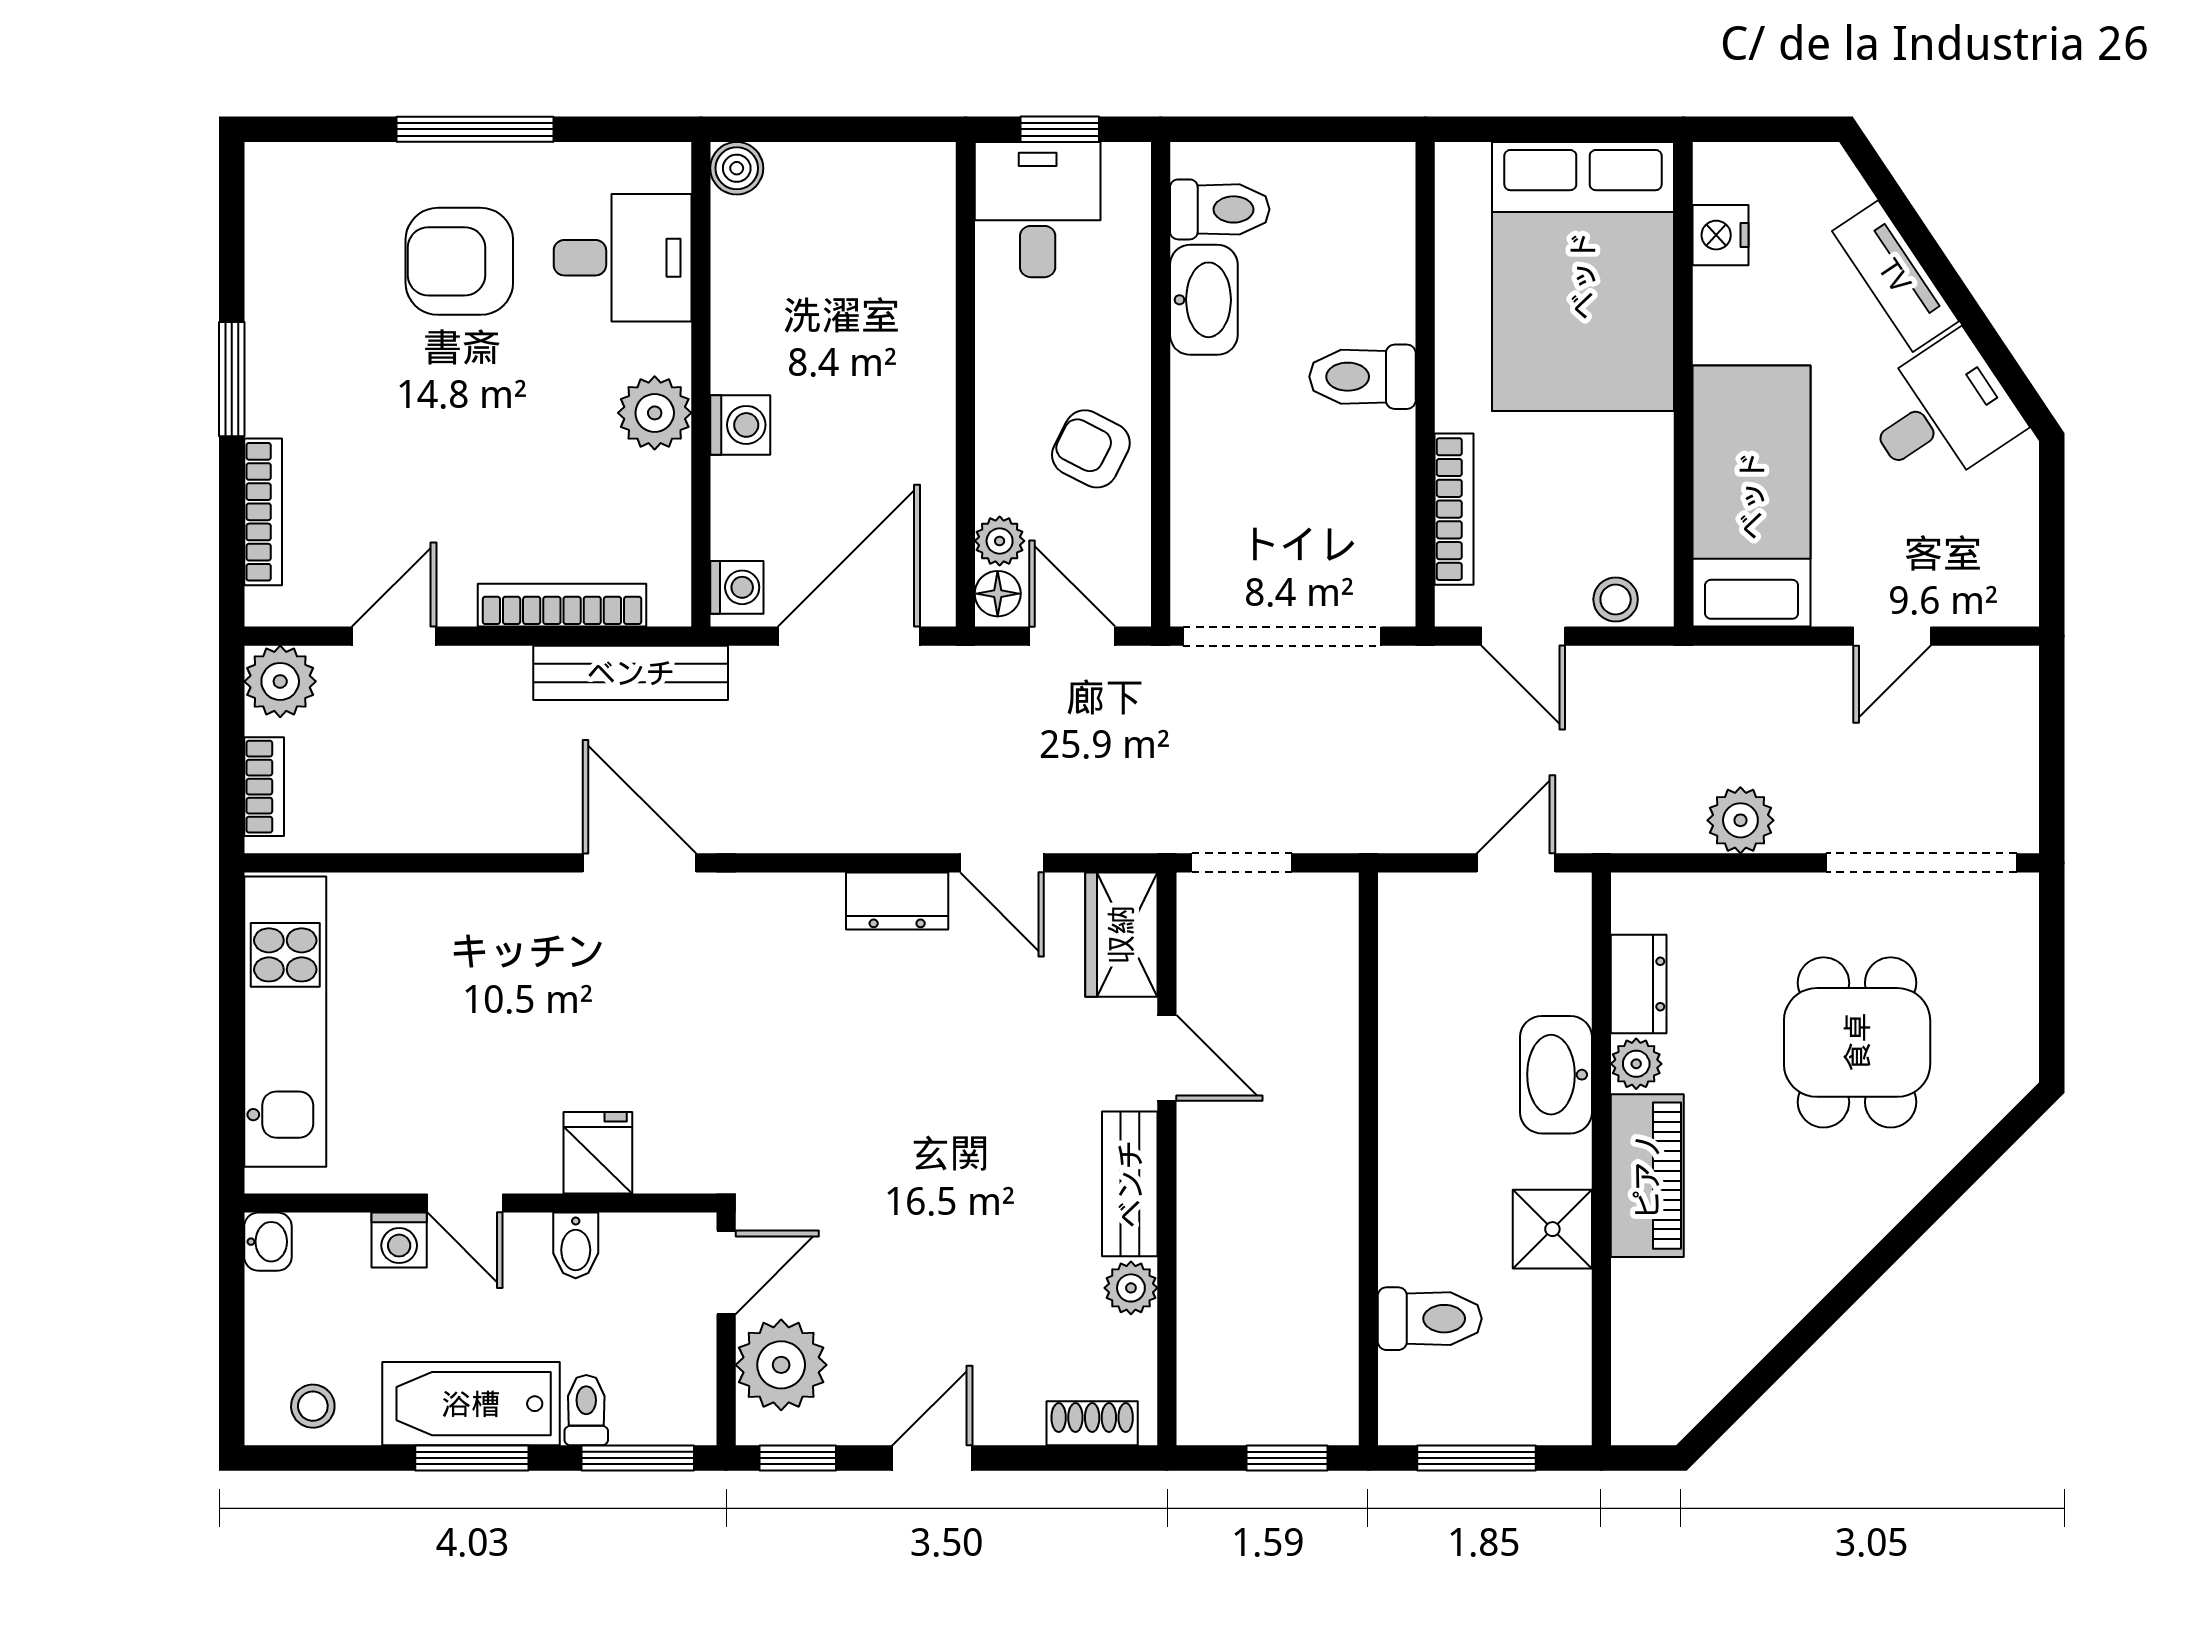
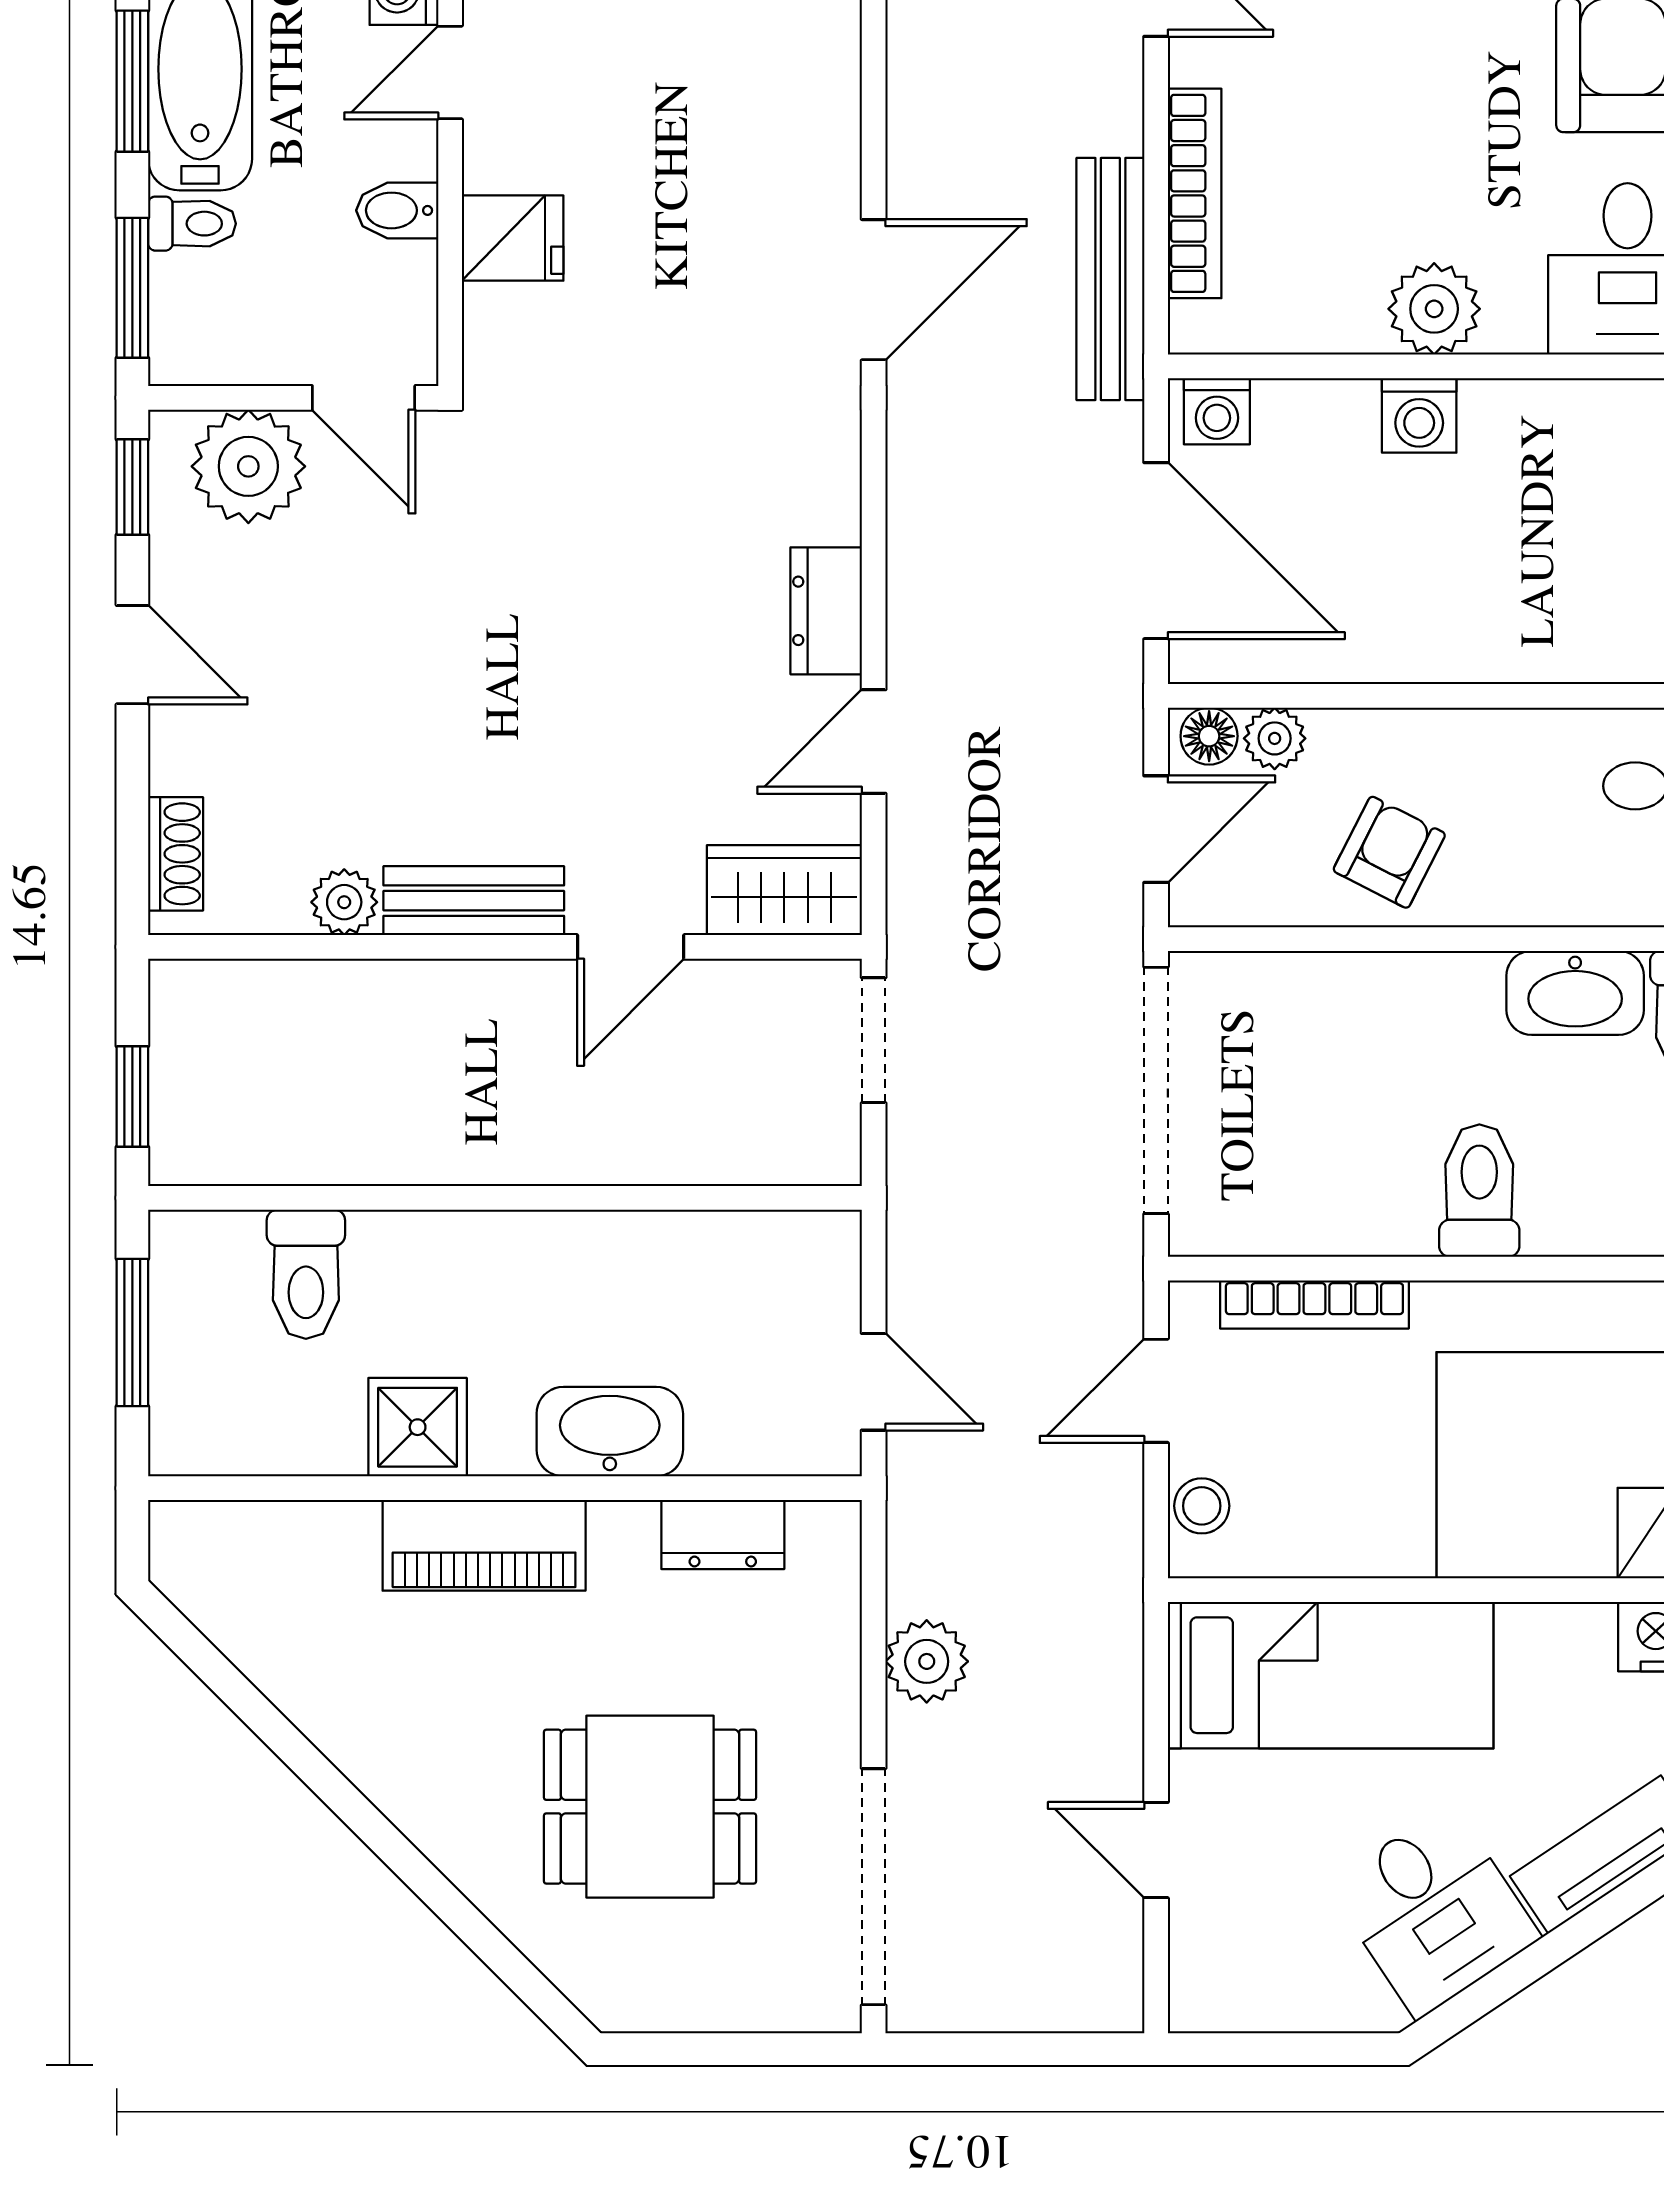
plant: (1636, 1064) -> (623, 1532), removed

